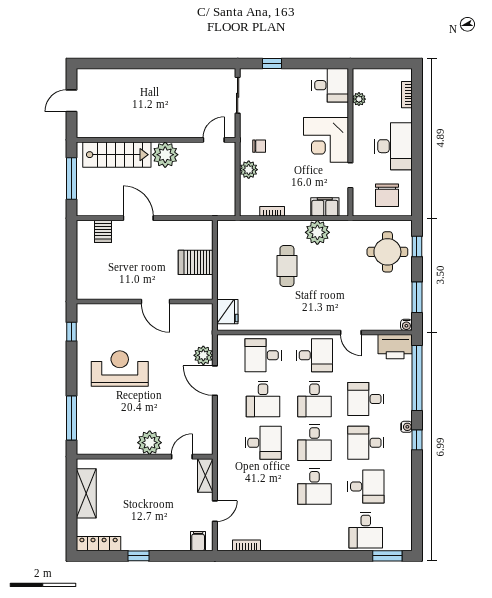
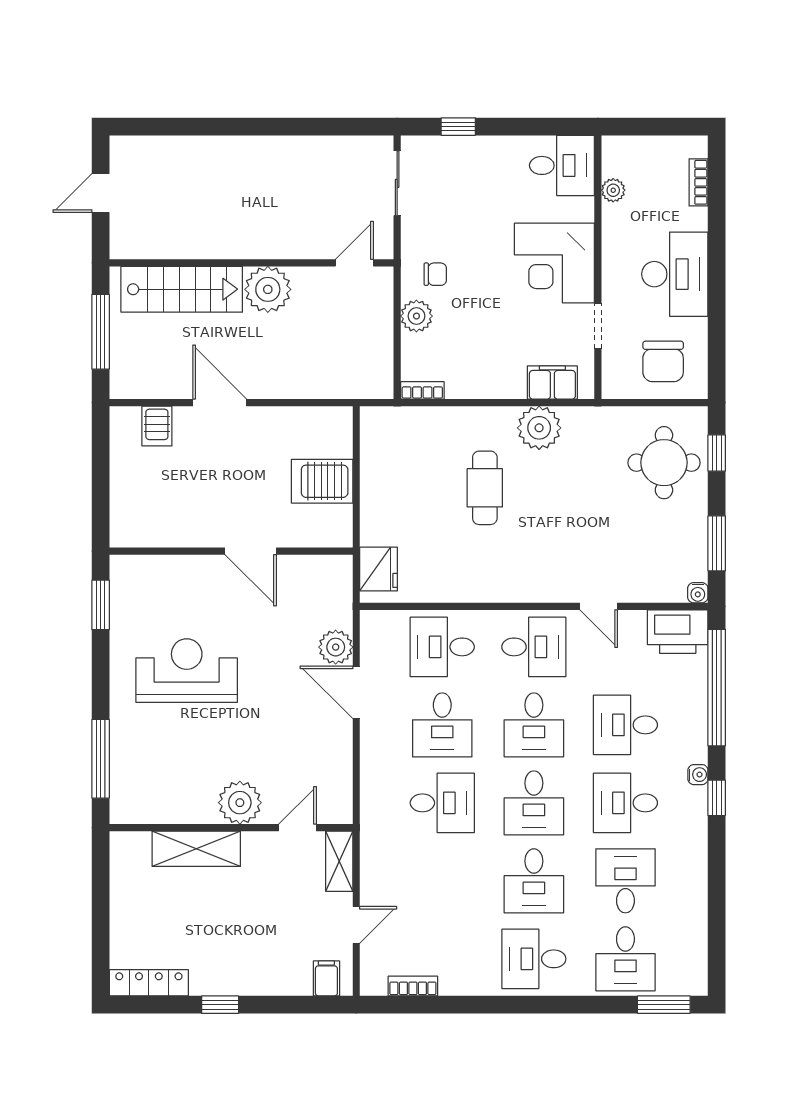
bookcase: (272, 211) -> (422, 390), moved
window: (71, 332) -> (101, 605), width x1.50
desk: (366, 486) -> (625, 881), turned -90
shelving: (86, 493) -> (196, 849), moved, turned 90
desk: (314, 530) -> (534, 959), added

